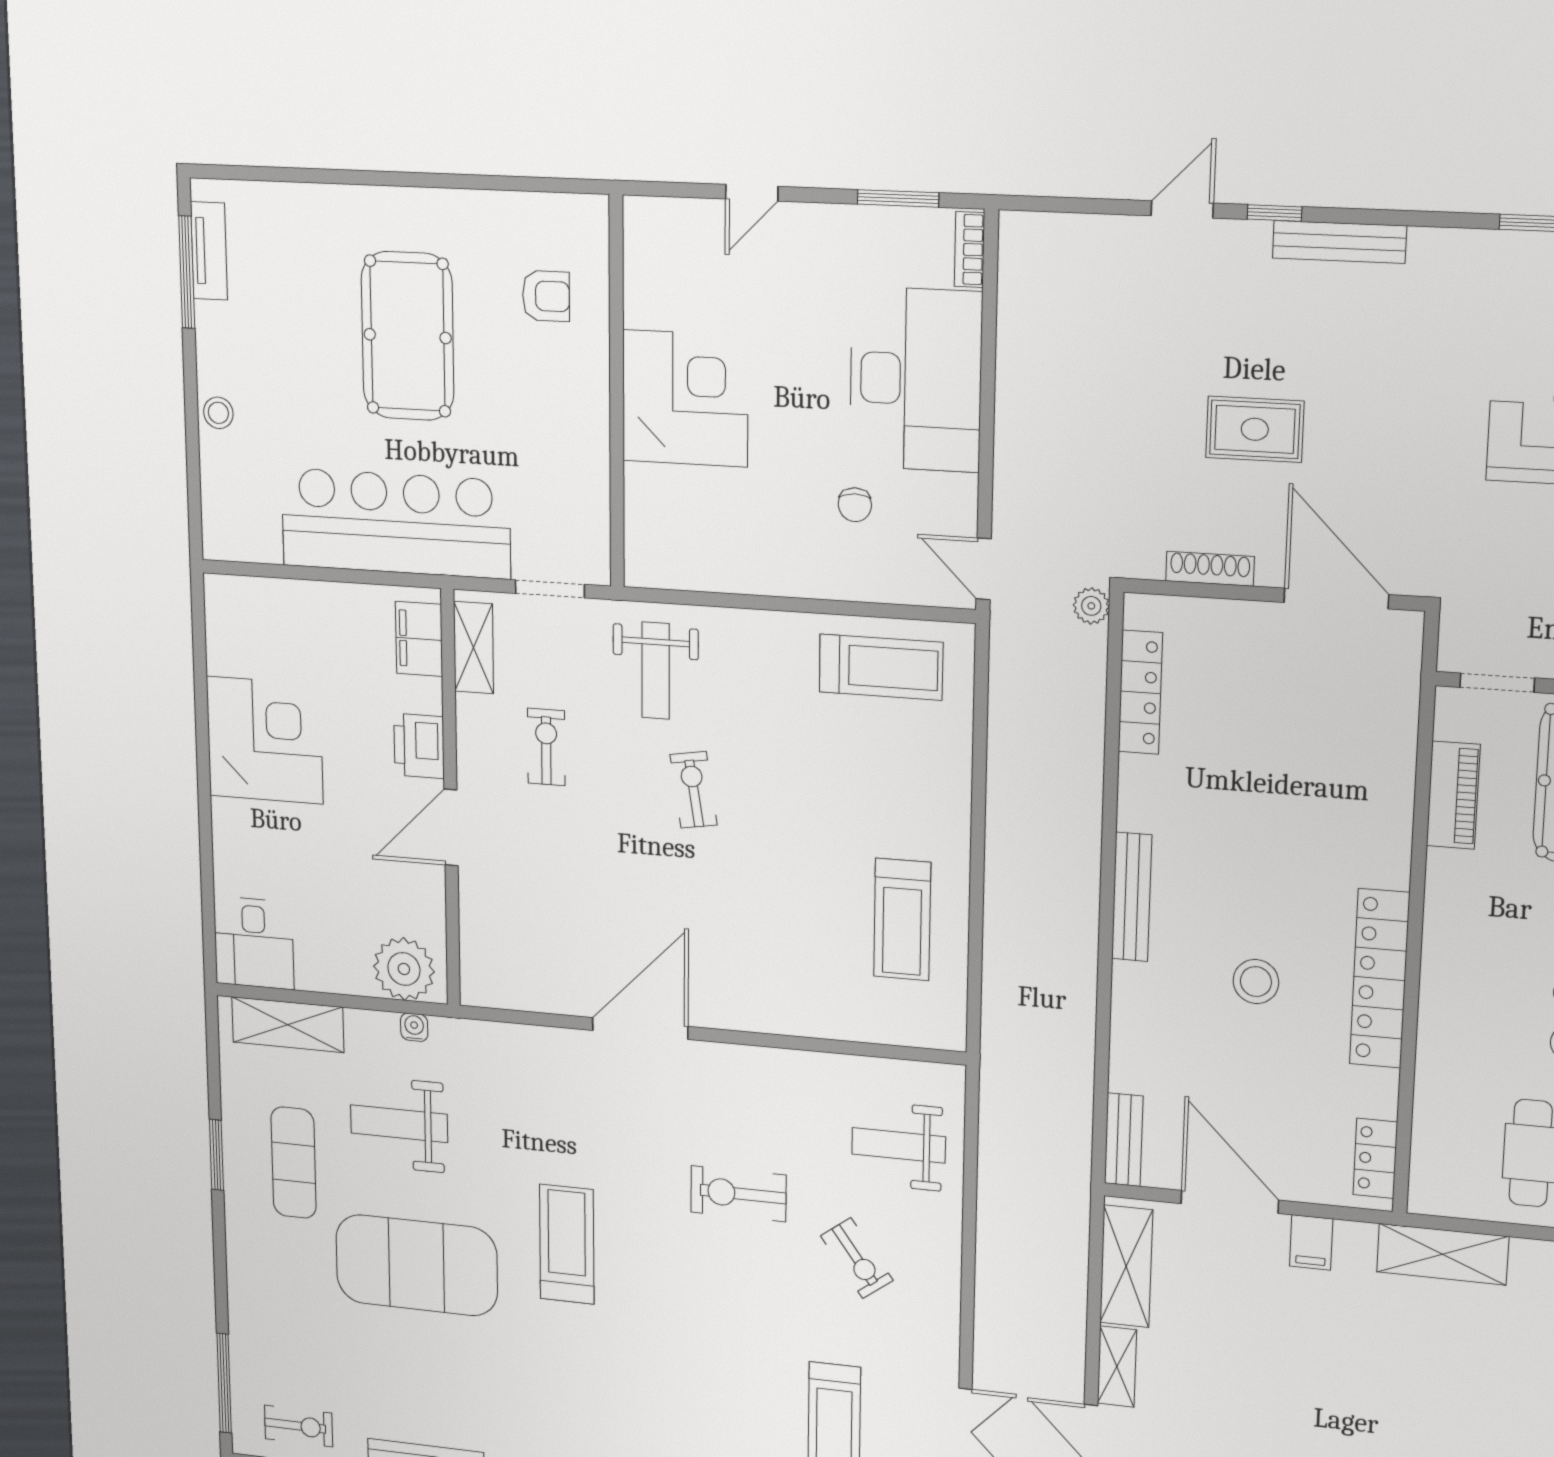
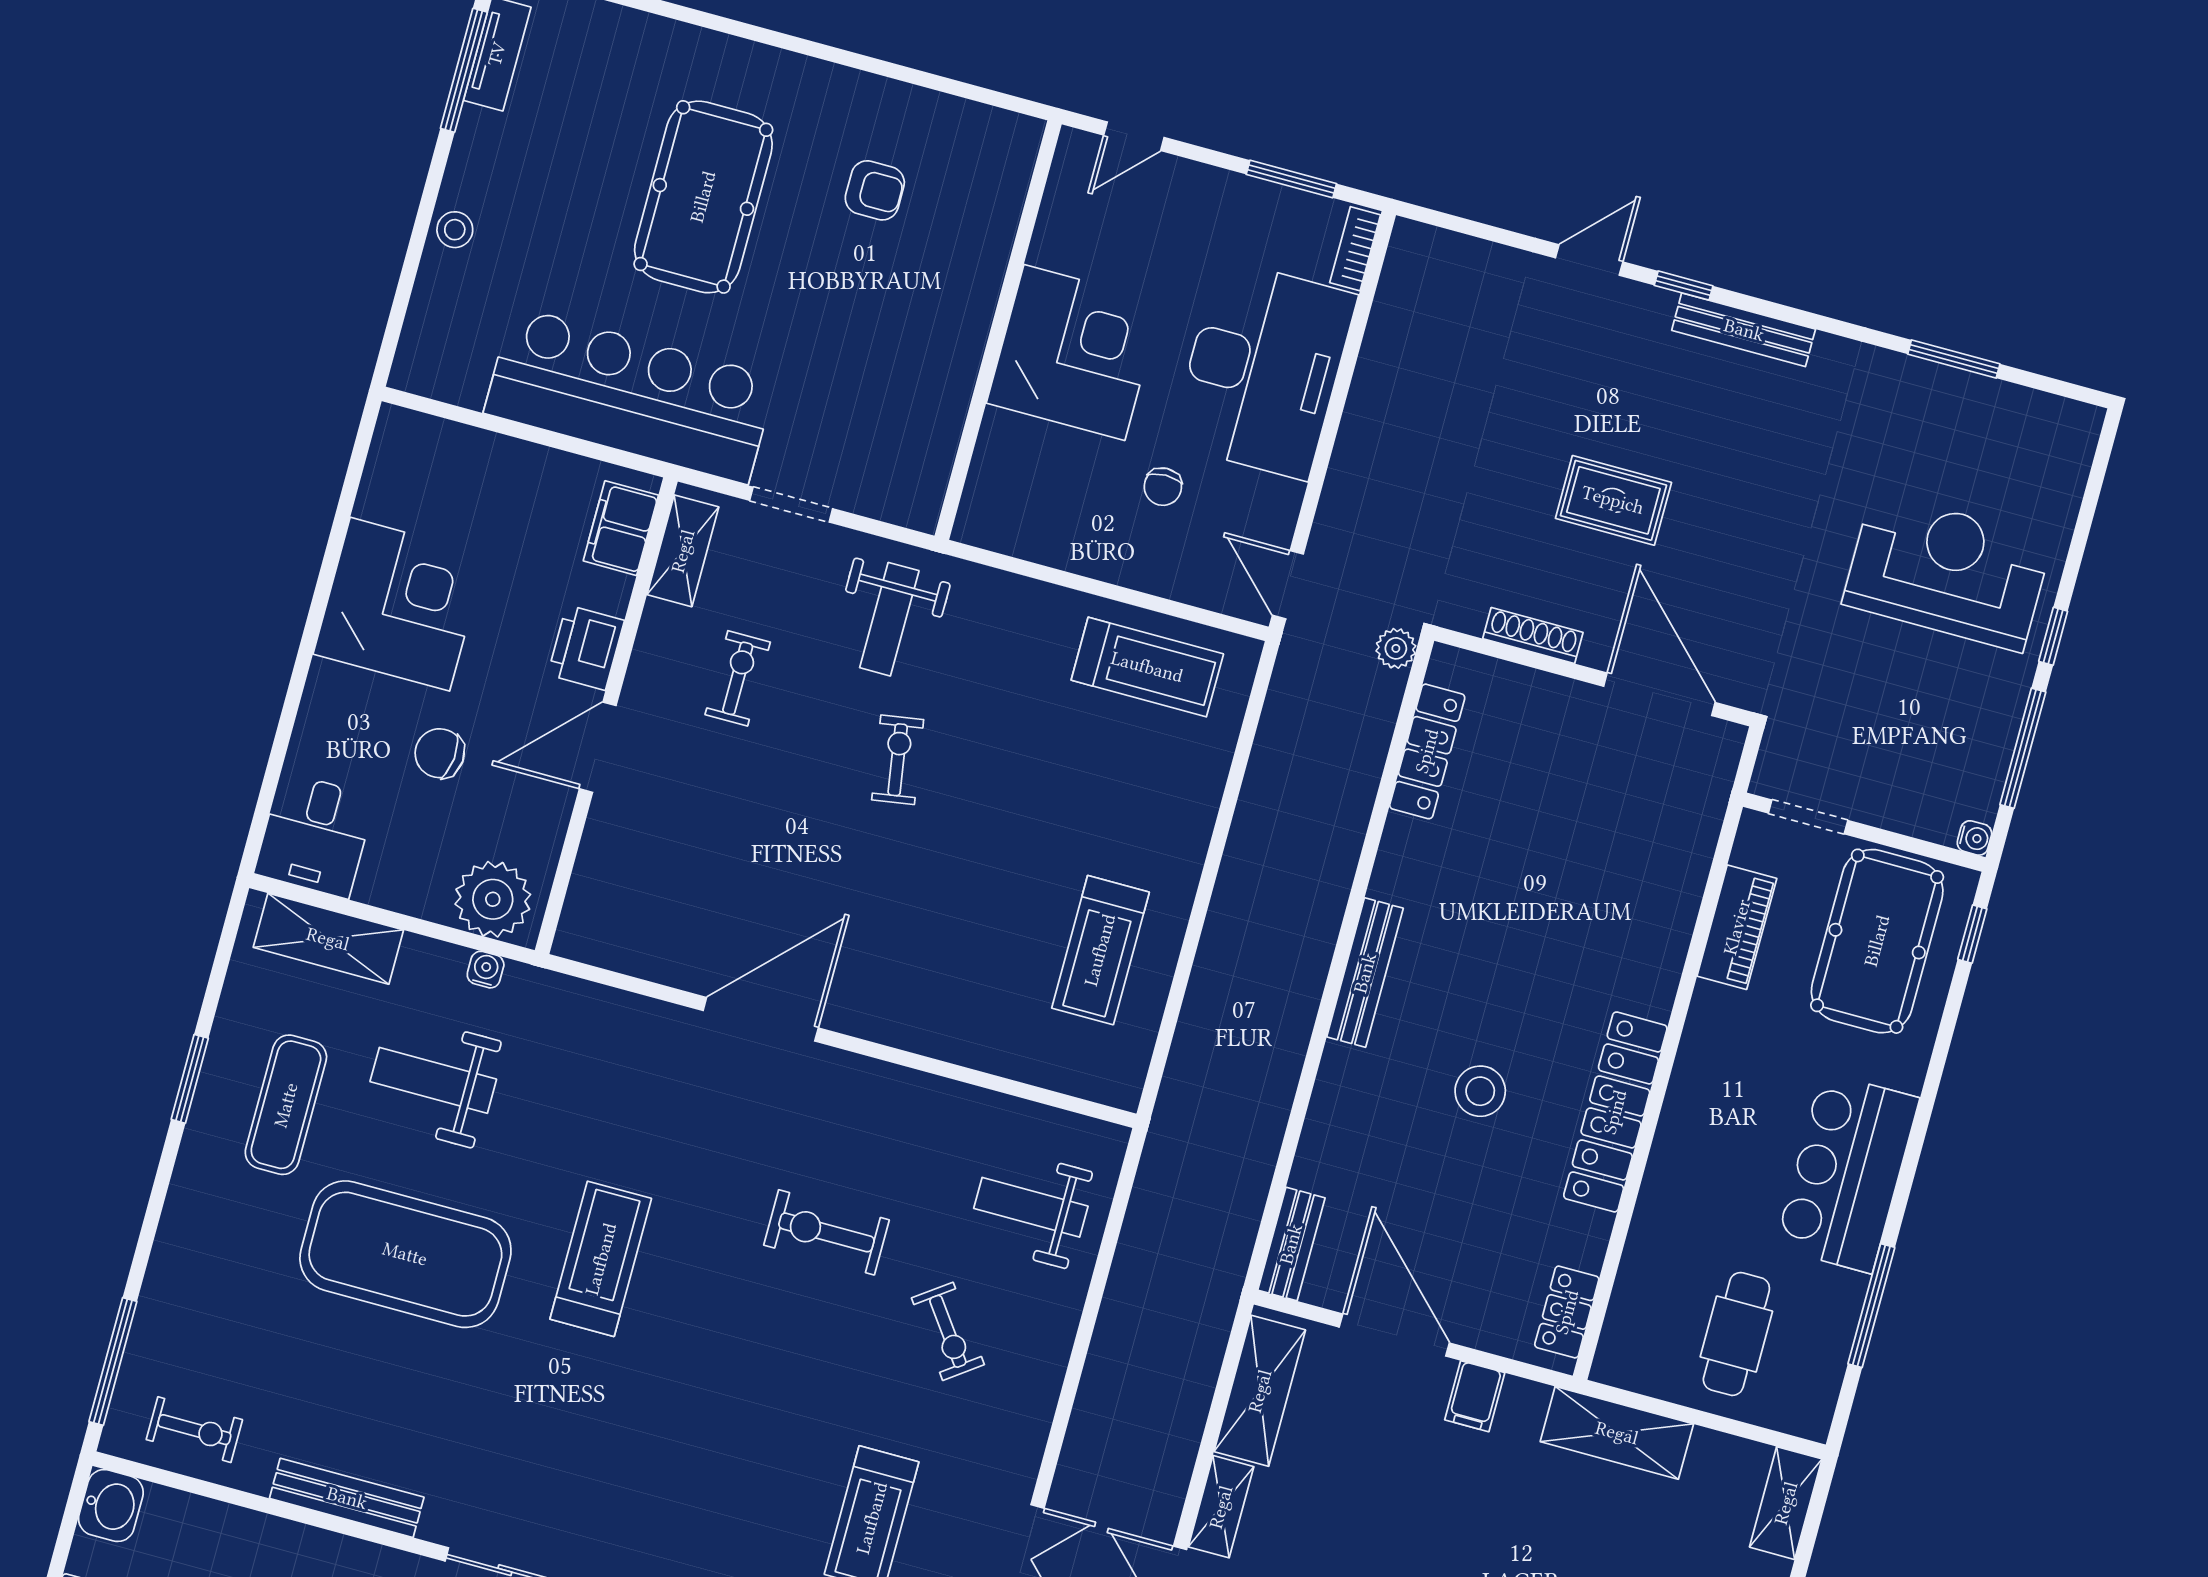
wall: (617, 393) -> (998, 330), moved
corner desk: (685, 398) -> (1074, 352), moved
chair: (330, 857) -> (440, 753), added

